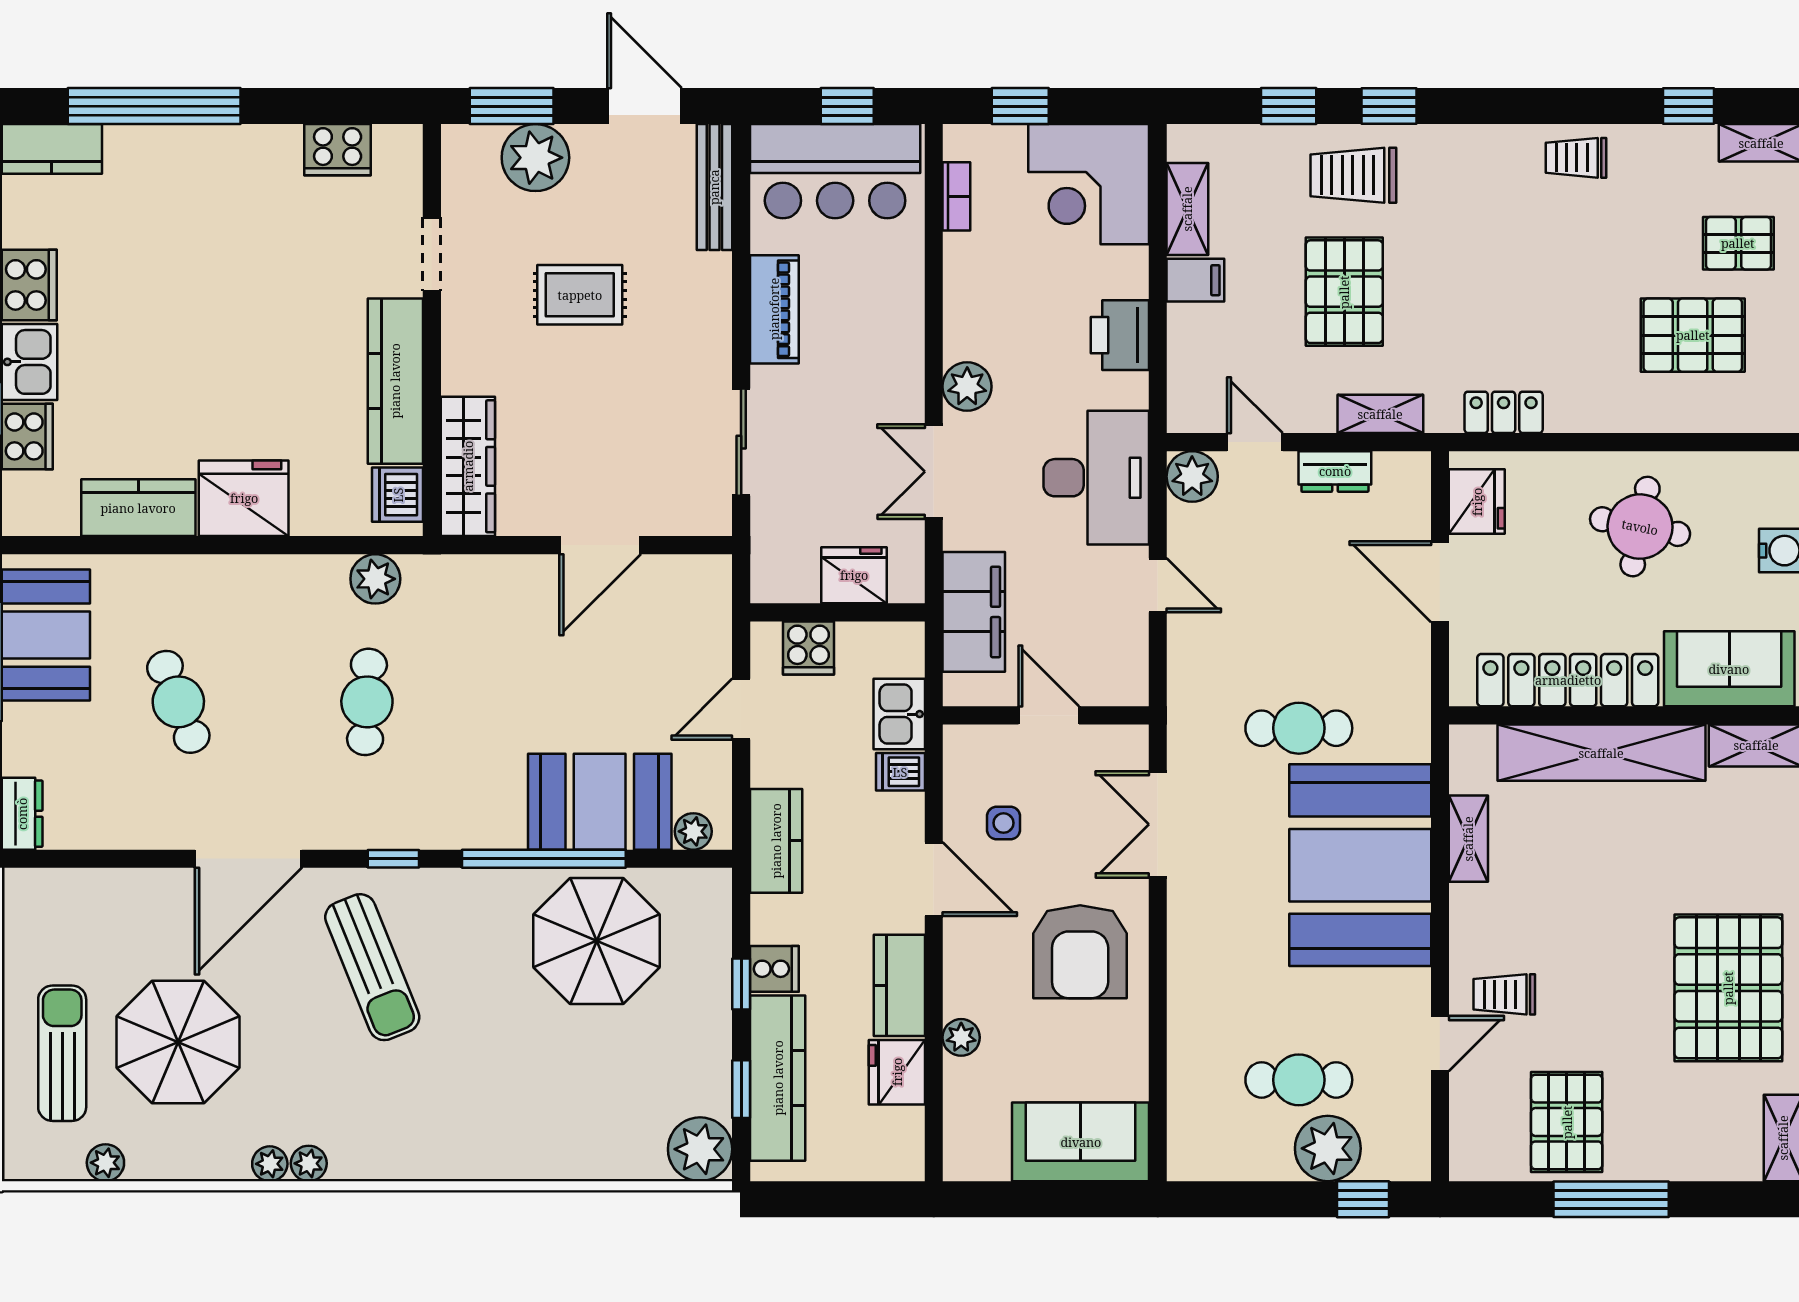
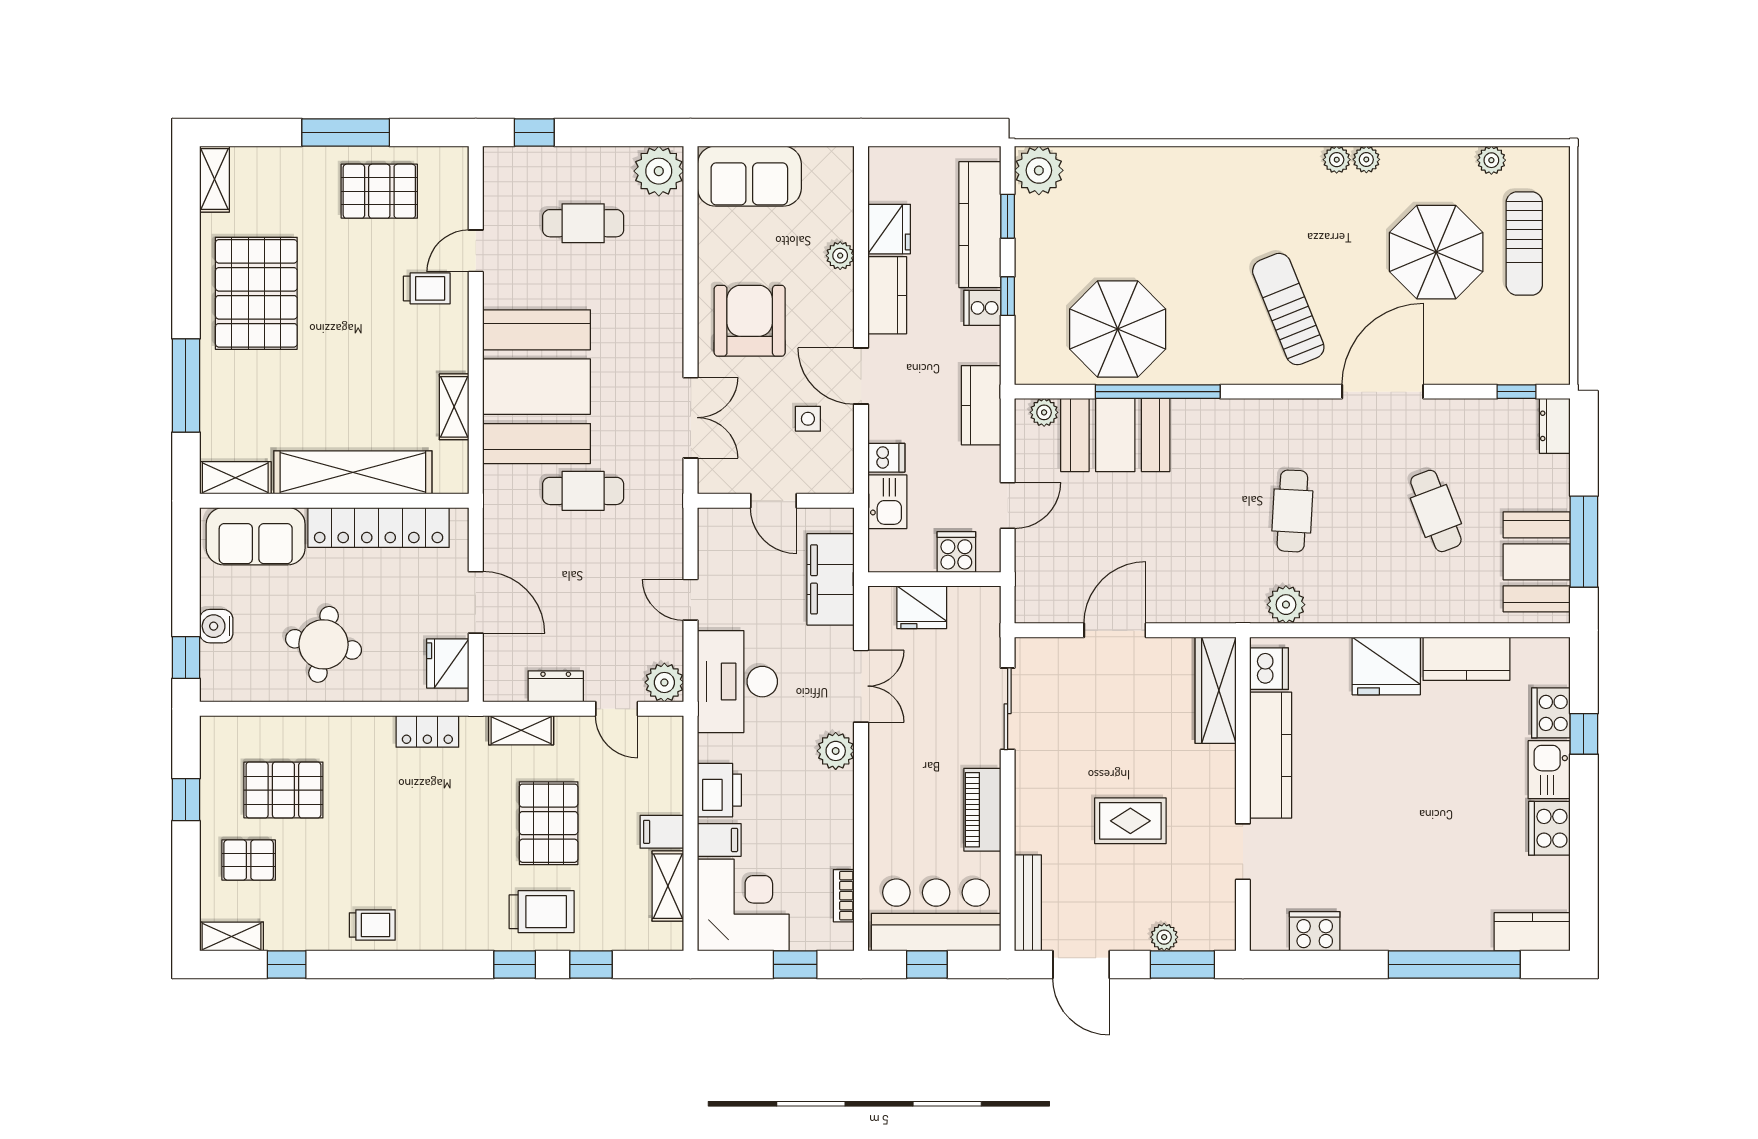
plant: (535, 158) -> (1164, 937), width x0.53, depth x0.53
filing cabinet: (1120, 270) -> (719, 840), added
window: (393, 859) -> (1516, 392), moved
pallet: (1567, 1122) -> (379, 191), turned 90
plant: (1328, 1148) -> (659, 171), moved

